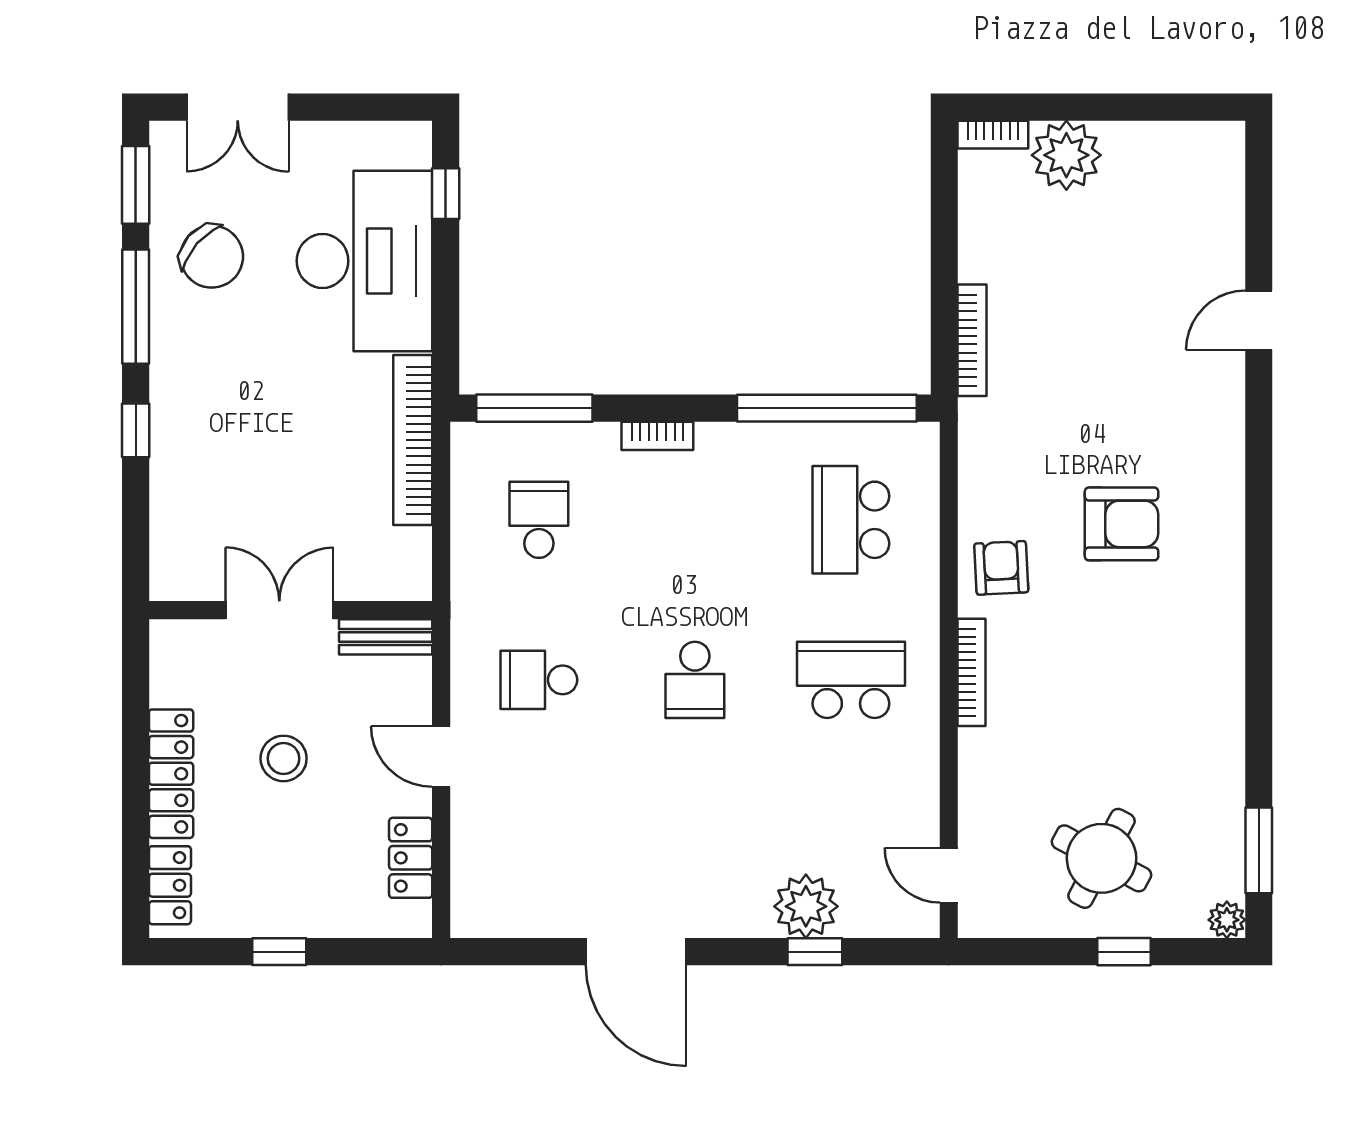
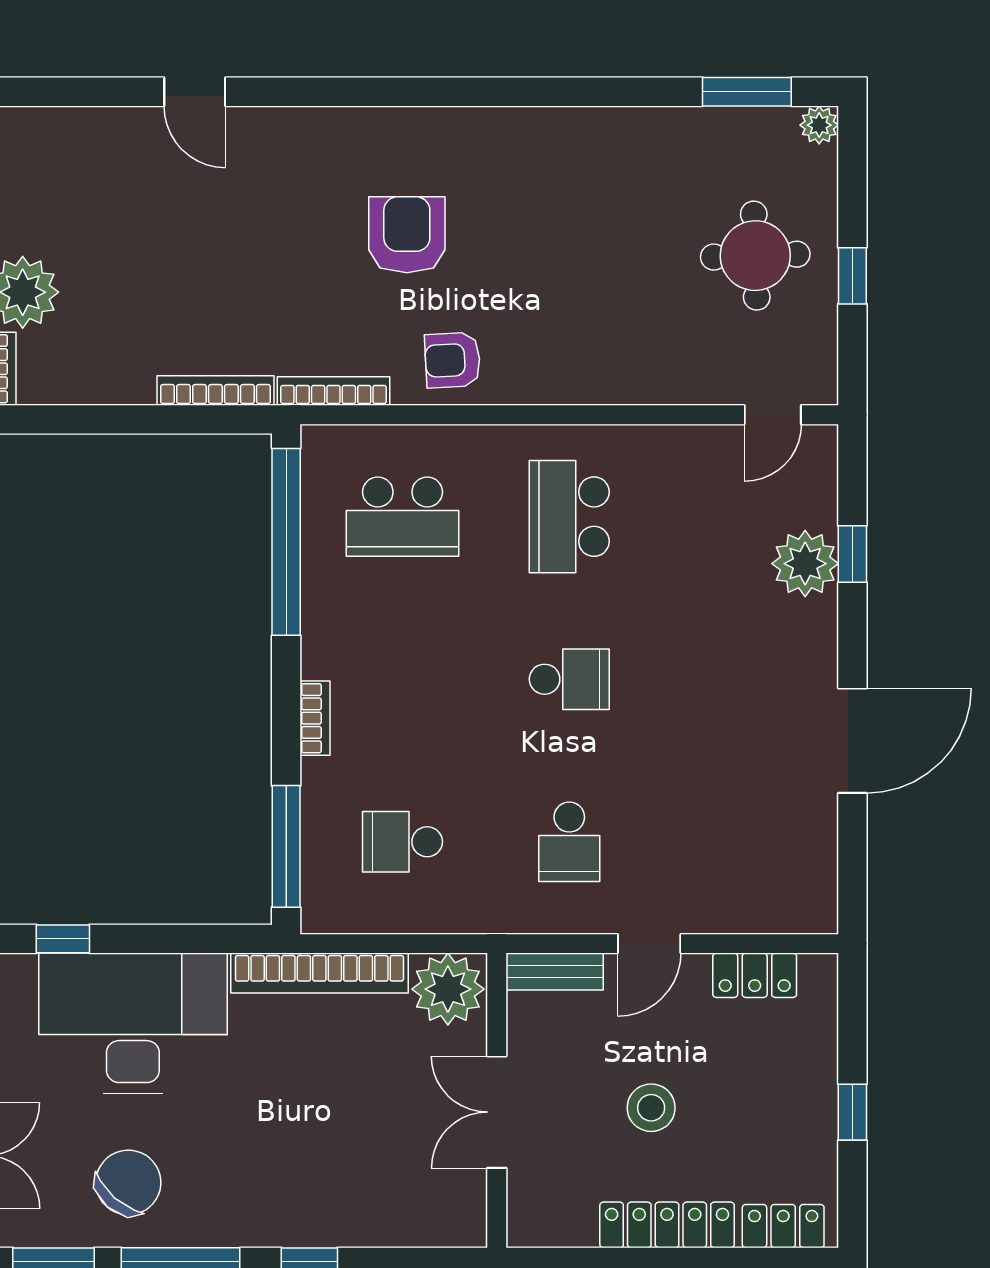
plant: (397, 563) -> (448, 989), added
bench: (386, 637) -> (555, 972), moved, turned 90
bookcase: (971, 672) -> (334, 391), moved
round table: (1102, 858) -> (755, 256), turned -30
window: (1124, 952) -> (852, 276), moved

